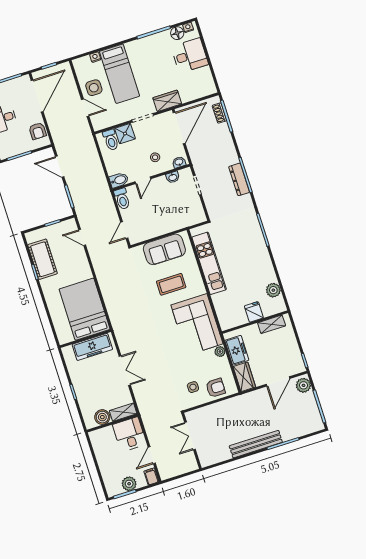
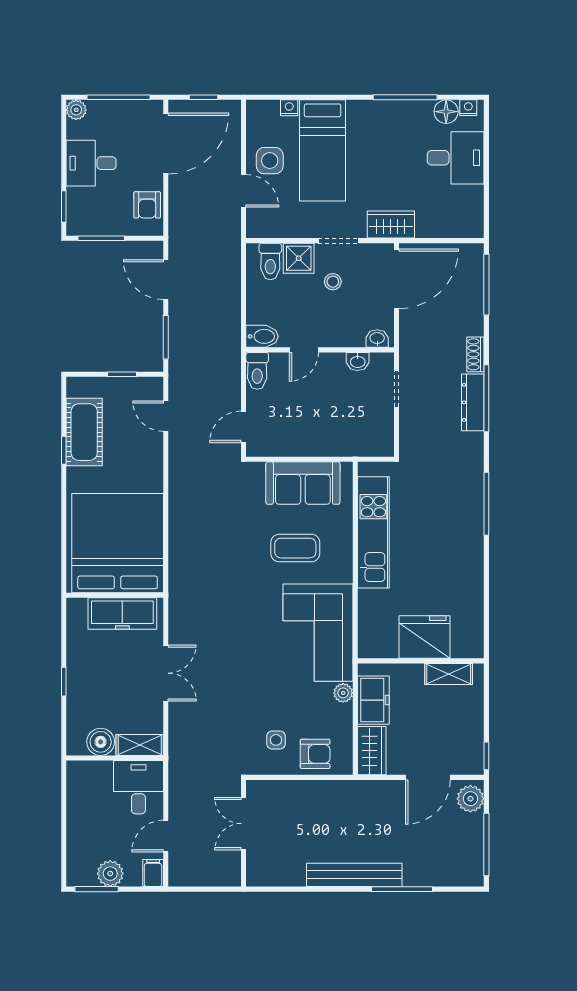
shoe rack: (219, 113) -> (475, 354), moved
stool: (155, 157) -> (333, 282), moved
plant: (273, 290) -> (471, 615), removed
bed: (85, 309) -> (118, 543), width x1.36
fridge: (254, 312) -> (425, 637), width x1.88, depth x1.34

